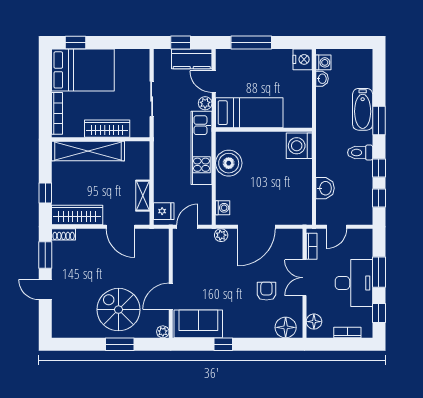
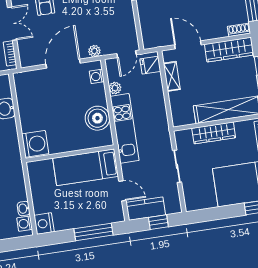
plant: (205, 103) -> (115, 88), moved

